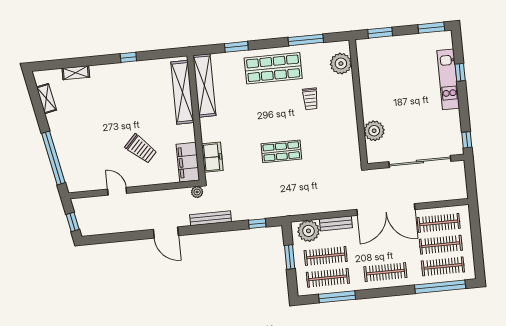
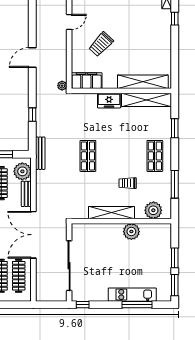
window: (380, 33) -> (175, 258), moved
window: (128, 57) -> (175, 19), moved
shop shelf: (273, 68) -> (155, 156), width x0.70, depth x0.74
window: (460, 72) -> (137, 305), width x2.17
shelving: (349, 115) -> (111, 213), added
plant: (374, 131) -> (131, 232), moved
freezer: (212, 157) -> (109, 101), moved
bench: (211, 218) -> (40, 153), moved
window: (257, 224) -> (32, 115), moved

